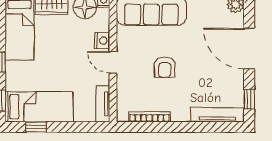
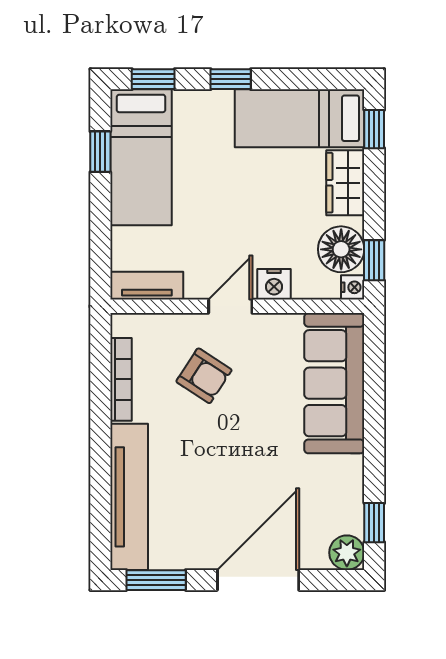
armchair: (165, 67) -> (204, 376), moved, turned -147
window: (249, 99) -> (156, 580), width x1.50
tv unit: (217, 115) -> (129, 497), width x1.36, depth x1.29

